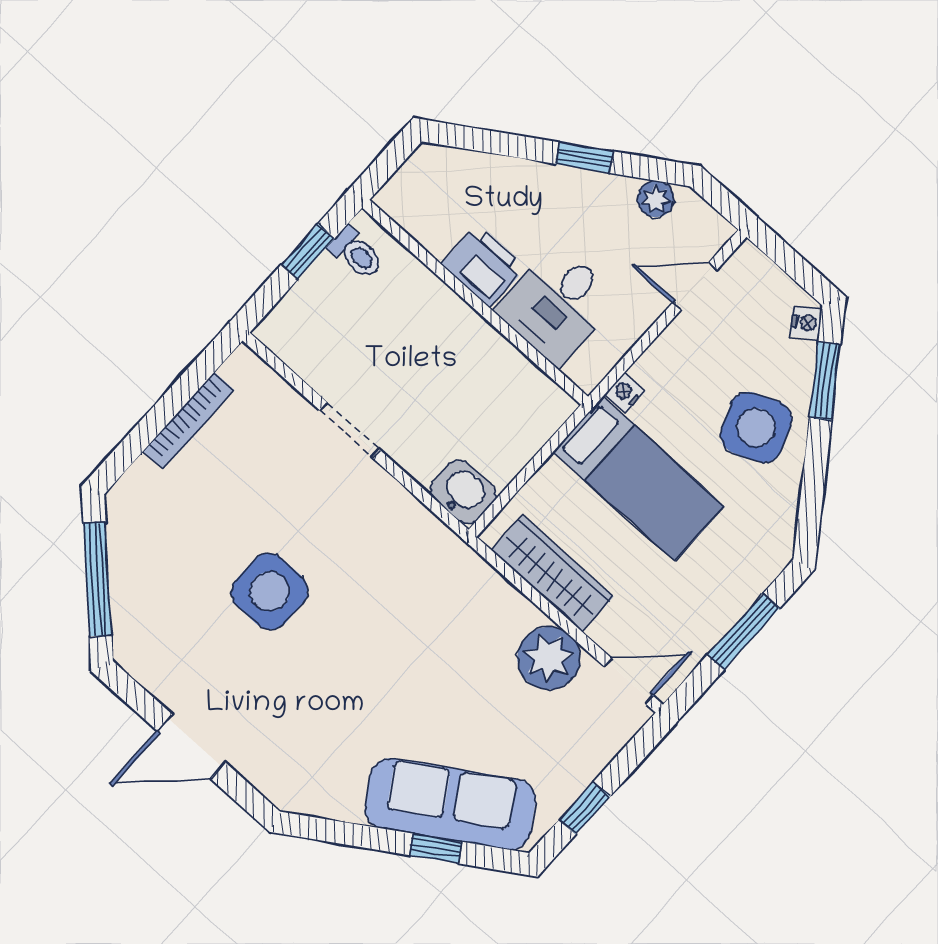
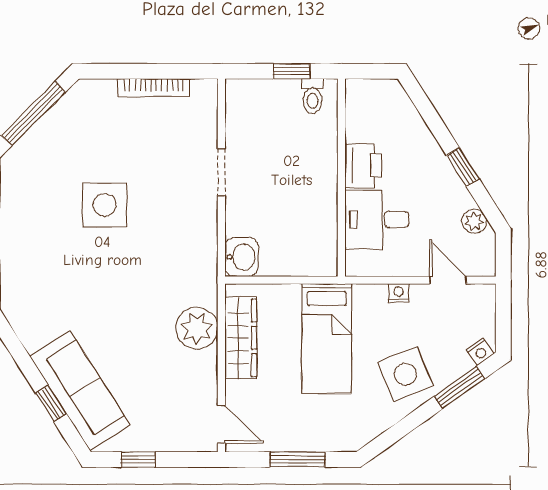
nightstand: (625, 392) -> (399, 293), moved
plant: (549, 658) -> (197, 328), moved

